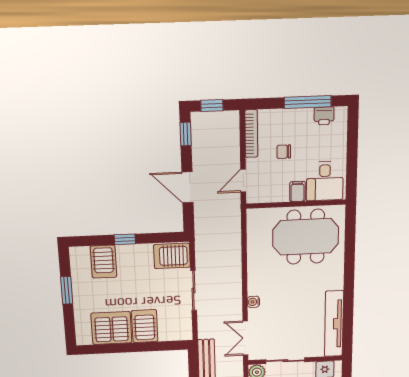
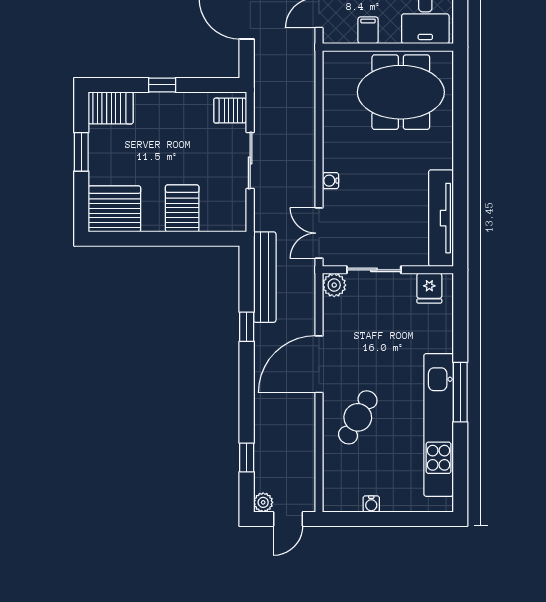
filing cabinet: (297, 191) -> (368, 30), moved
server rack: (172, 256) -> (230, 111), width x0.73, depth x0.70
server rack: (104, 262) -> (111, 108), moved, turned -90
server rack: (111, 328) -> (114, 209), moved

